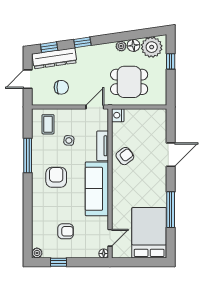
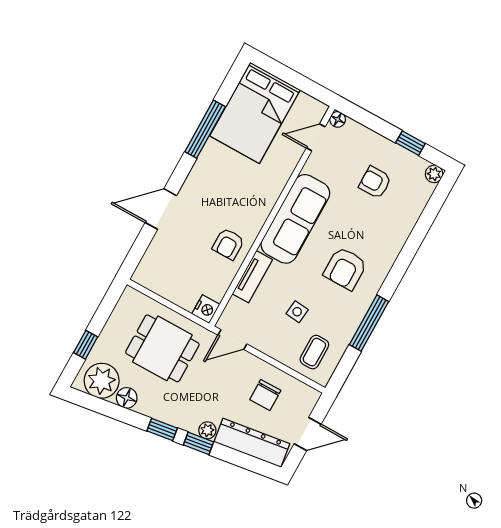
plant: (121, 46) -> (207, 430), moved
window: (49, 47) -> (162, 430), moved
chair: (61, 87) -> (265, 395), turned -90
armchair: (125, 156) -> (228, 244), turned -53

